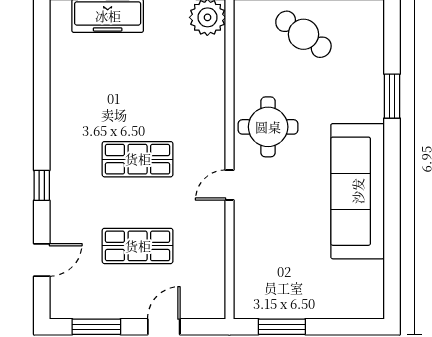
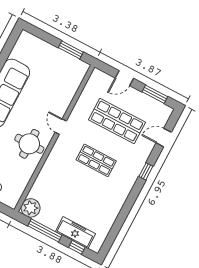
door: (229, 185) -> (61, 127), swing flipped
shop shelf: (138, 246) -> (117, 121), width x1.43, depth x1.36

